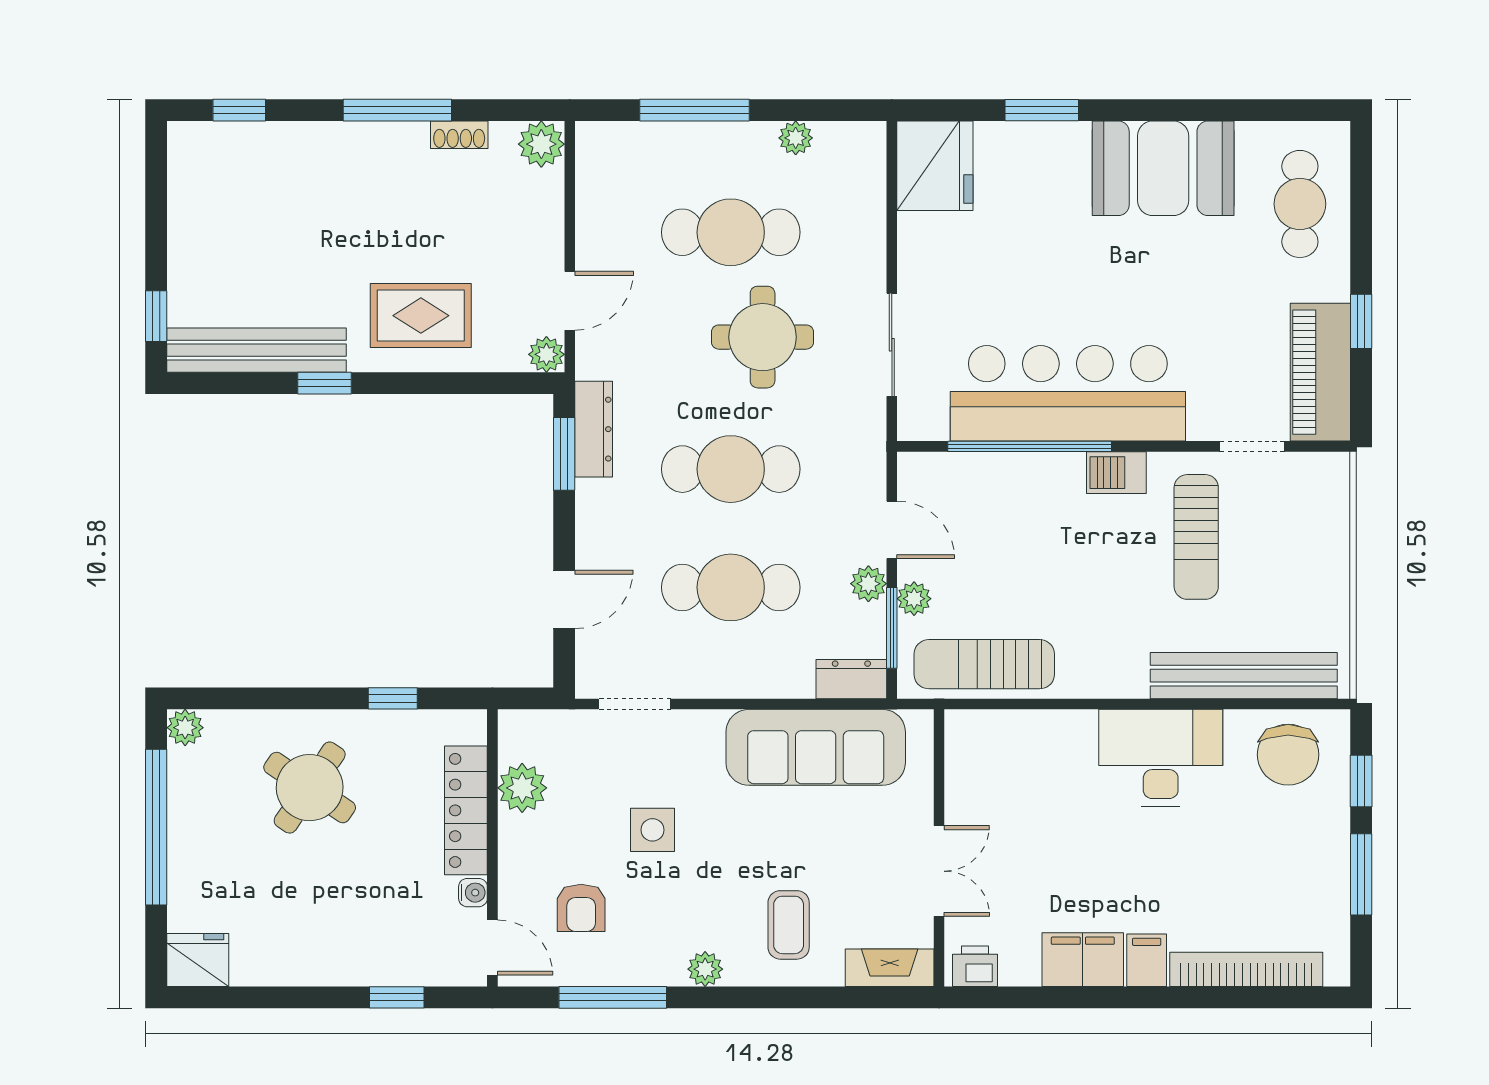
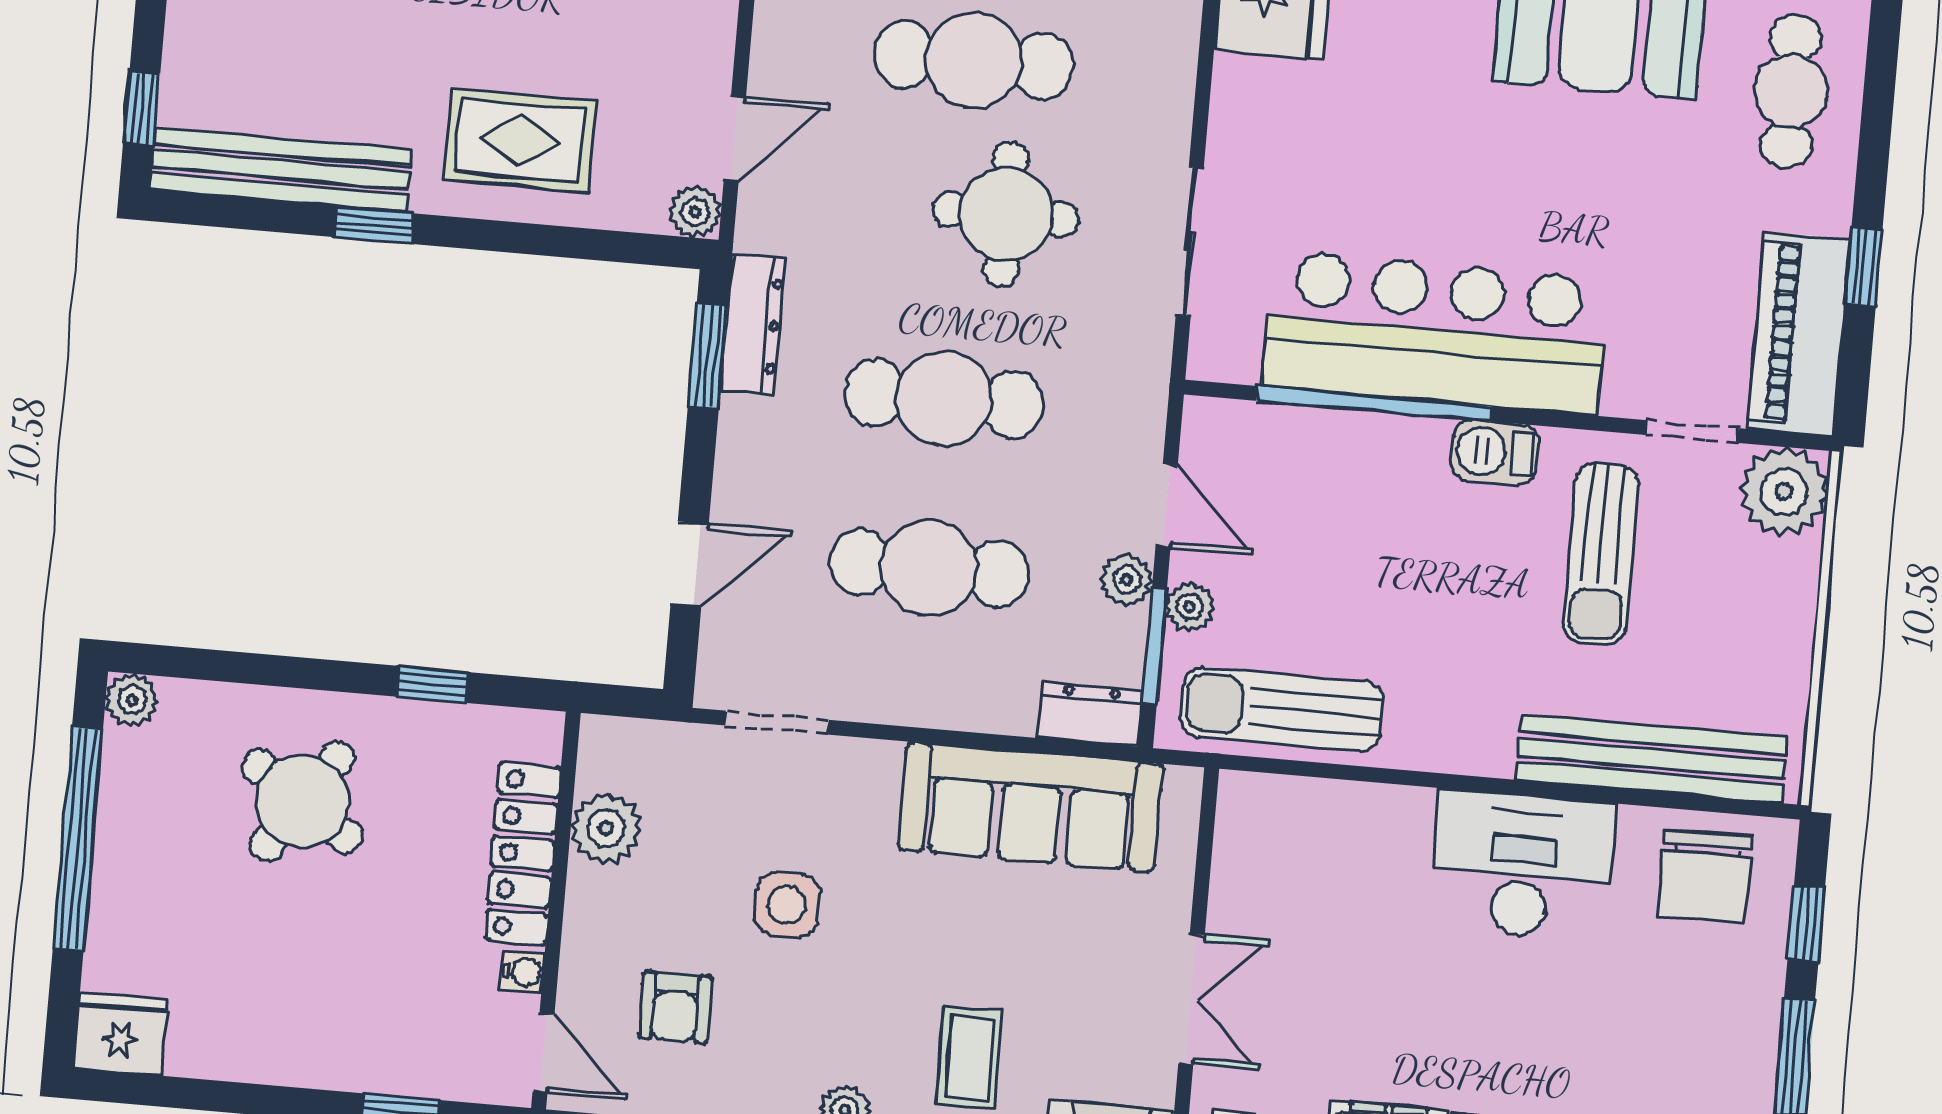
plant: (1319, 483) -> (1784, 492), added

